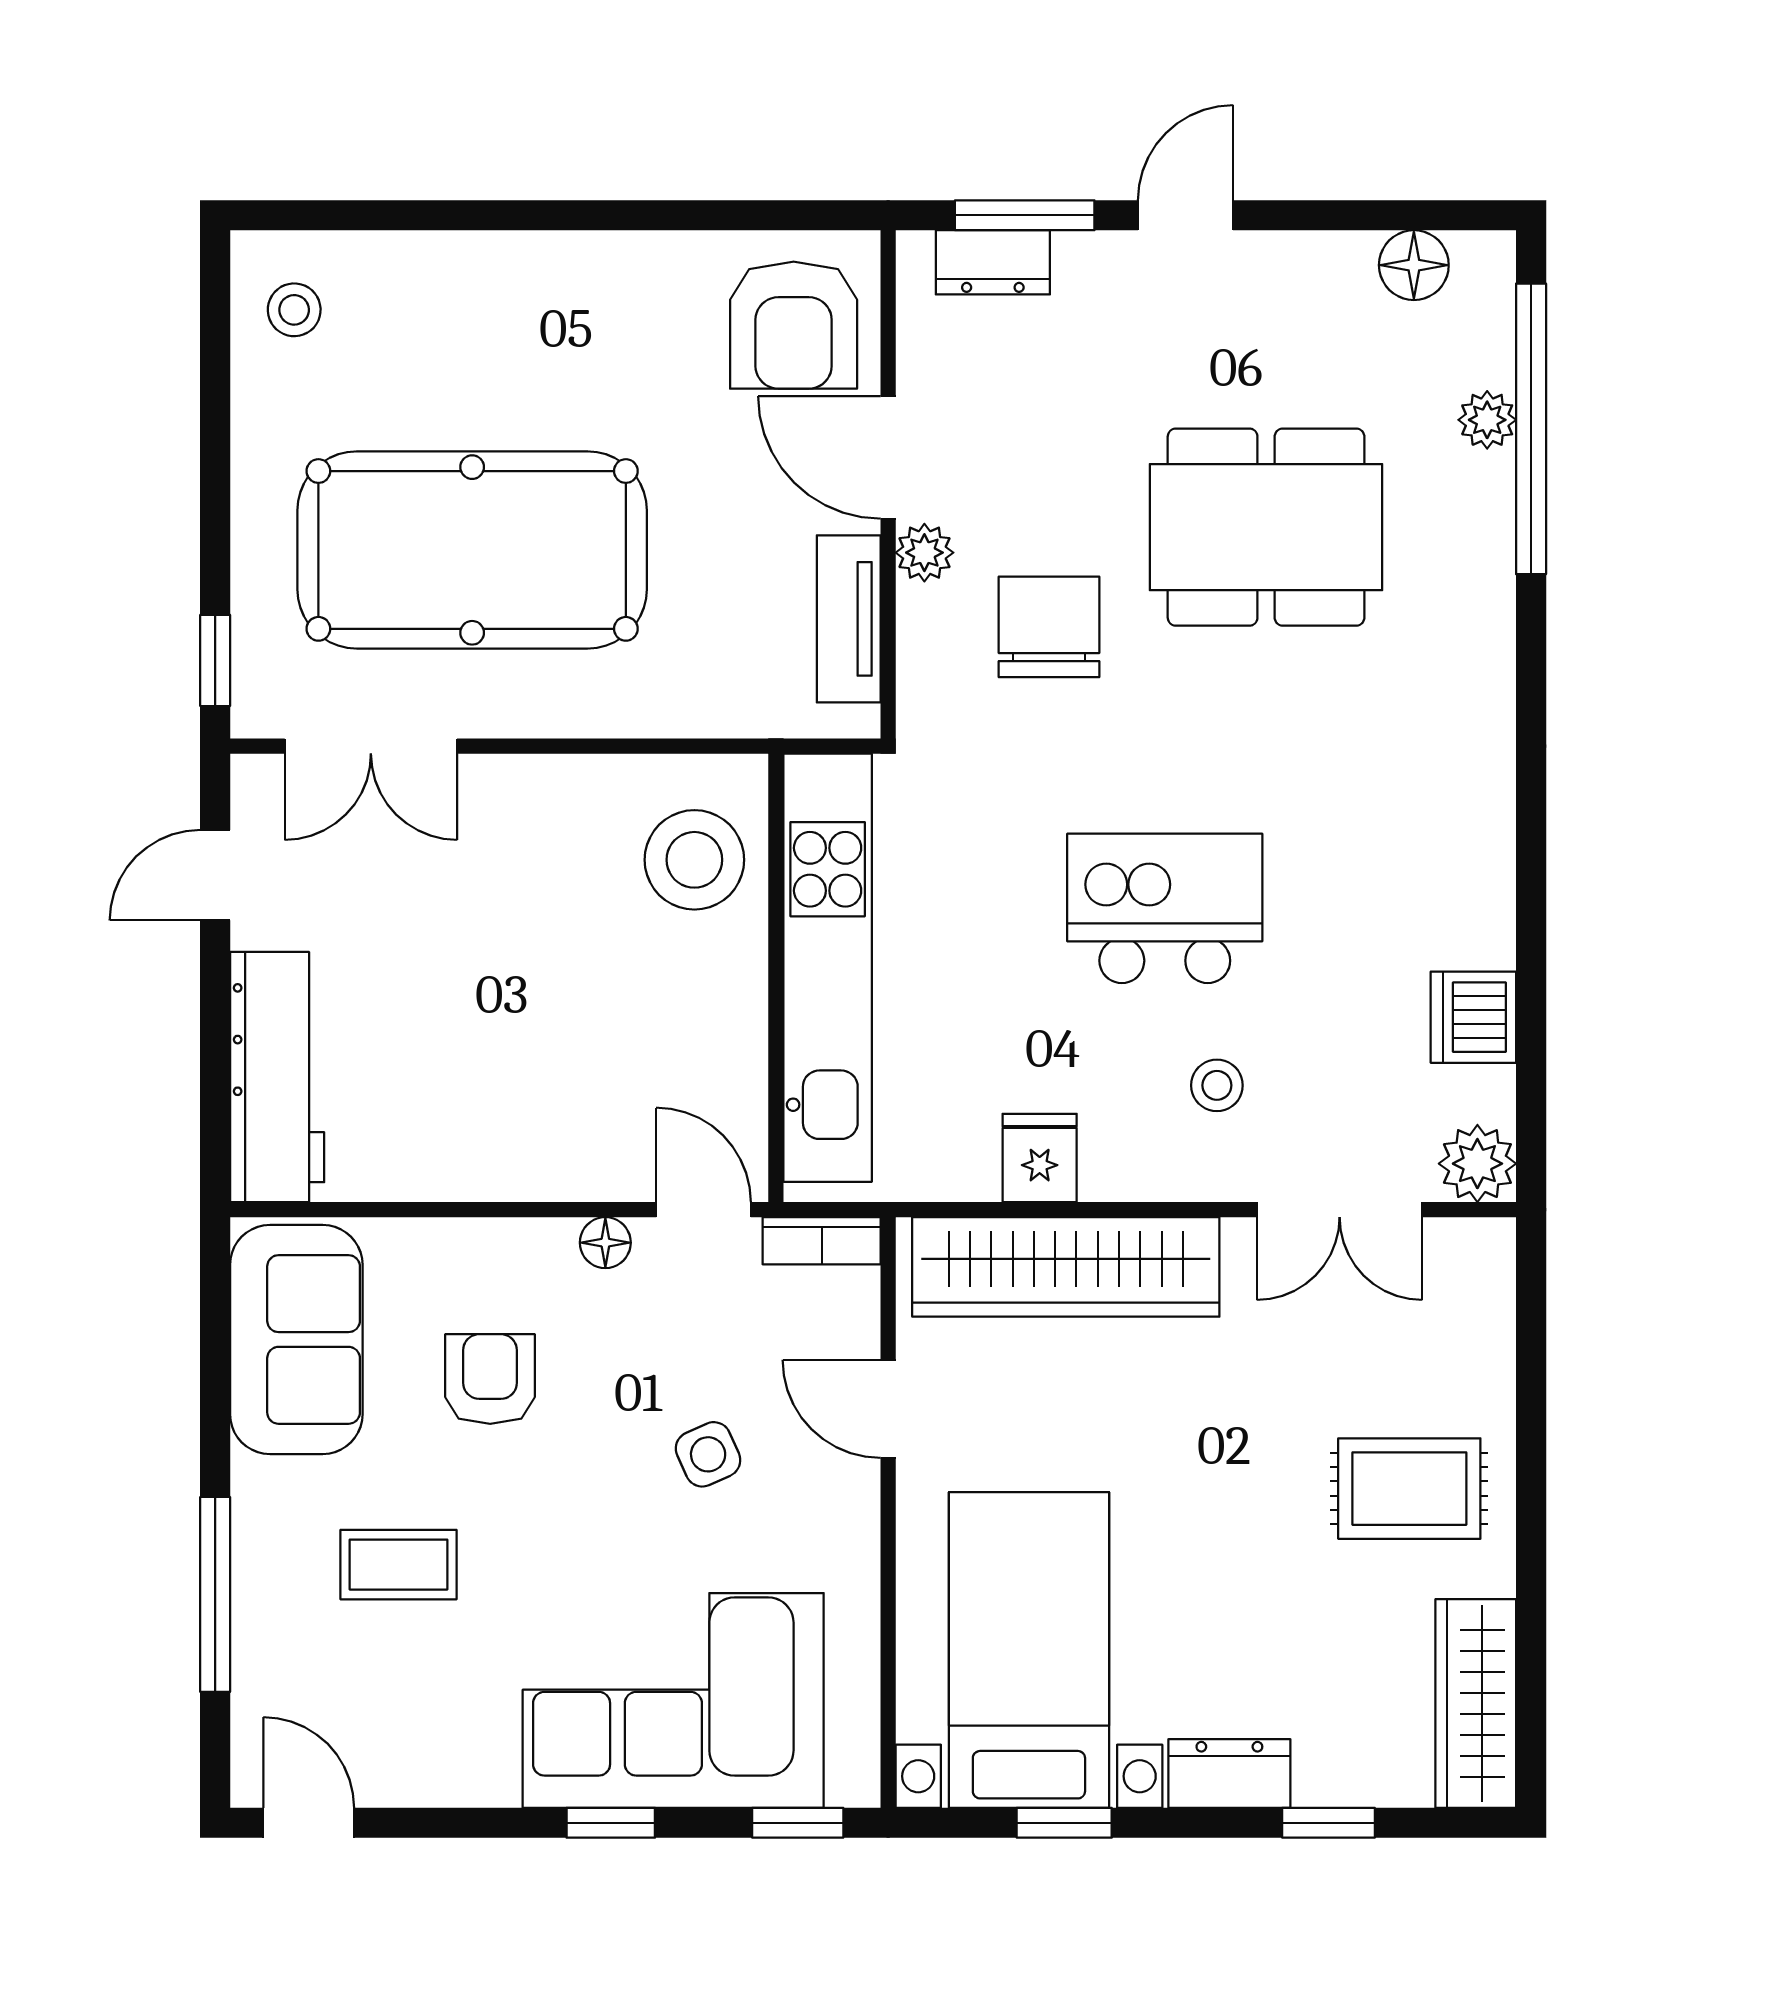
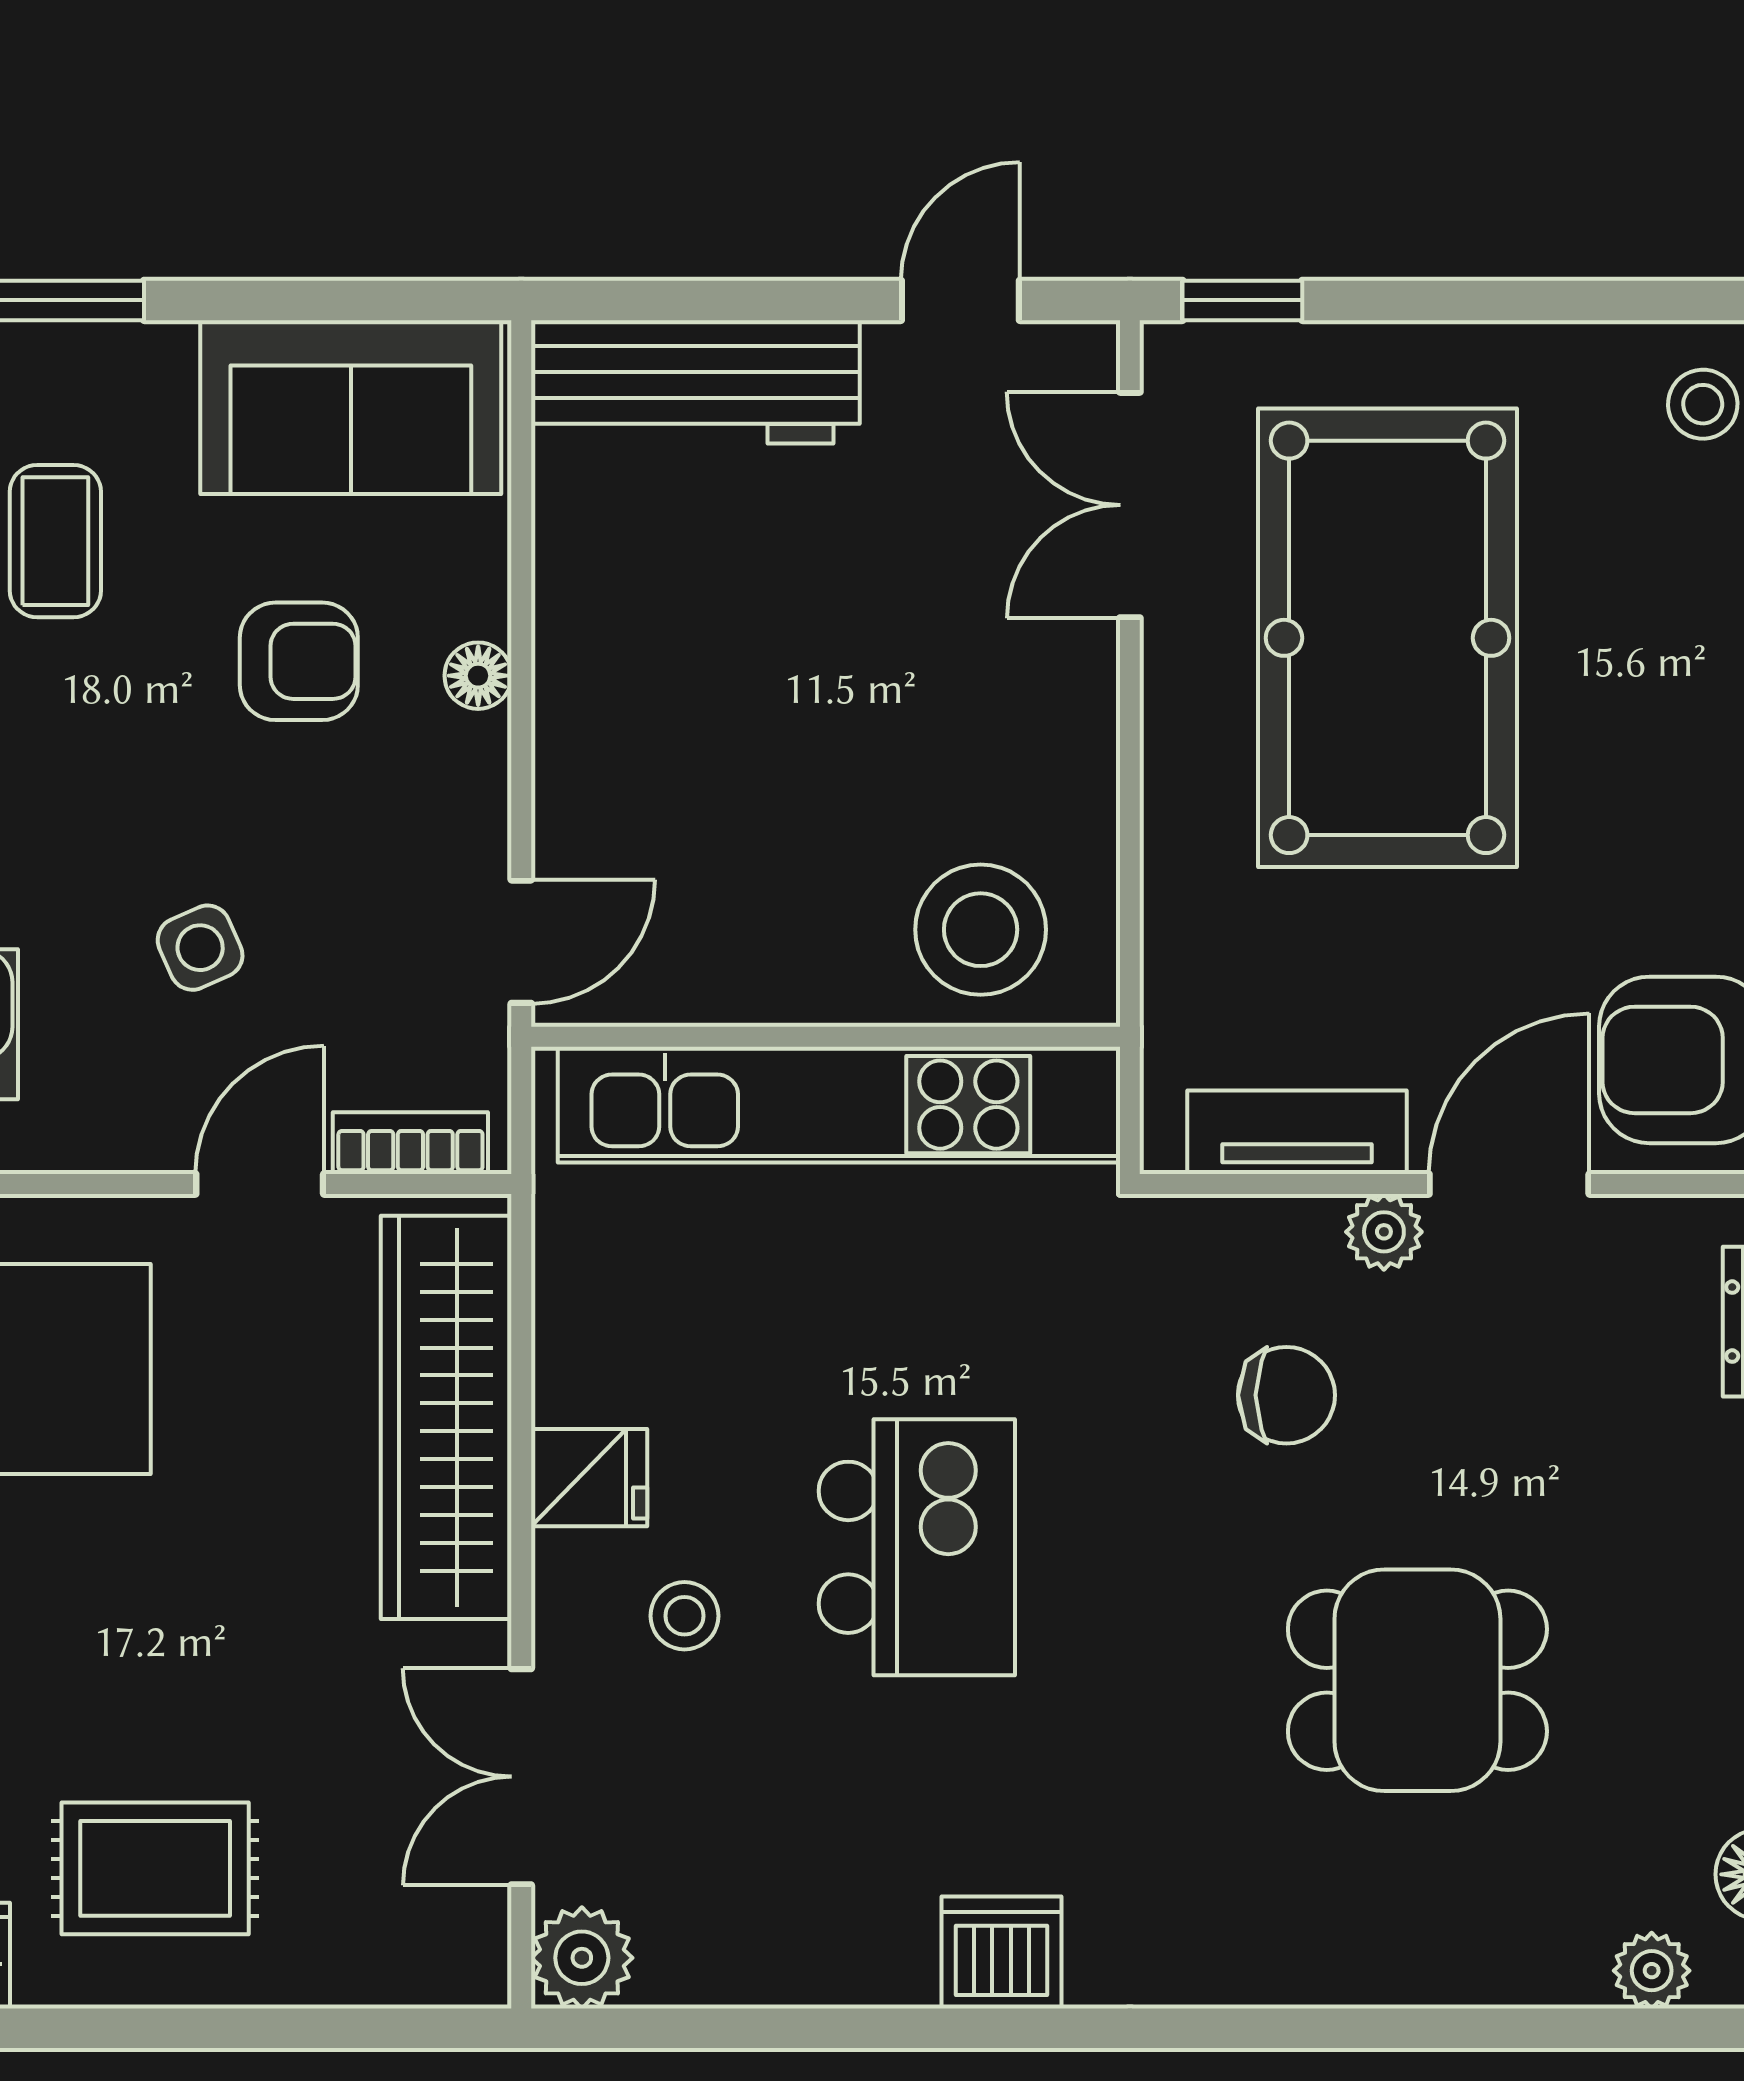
plant: (1487, 420) -> (1652, 1971), moved
window: (1531, 429) -> (1546, 2028), removed
dining table: (1266, 527) -> (1417, 1680), width x0.73
chair: (1049, 627) -> (1286, 1395), width x0.73, depth x0.73
door: (215, 875) -> (960, 300), hinge flipped
dishwasher: (1473, 1017) -> (1002, 1953), moved
fridge: (1040, 1158) -> (589, 1478), moved
bookcase: (822, 1241) -> (410, 1143), moved, turned 90
floor lamp: (605, 1243) -> (478, 676), moved
rug: (1409, 1489) -> (155, 1868), turned 90

